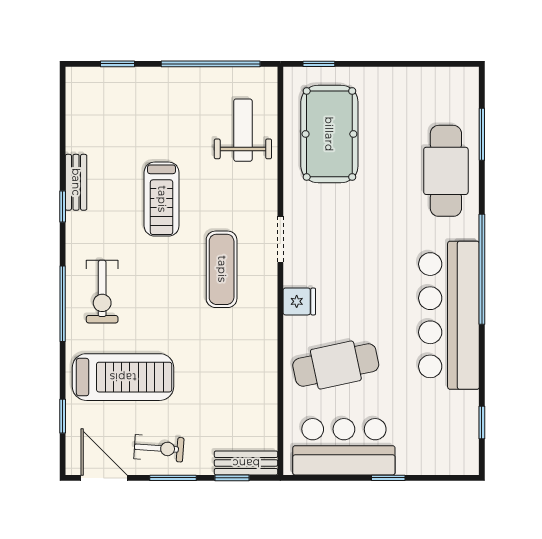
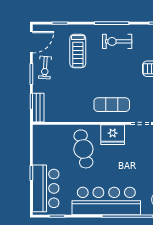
exercise mat: (222, 269) -> (112, 105), moved
fridge: (299, 301) -> (113, 135), width x1.88, depth x1.34
treadmill: (123, 377) -> (78, 51), width x0.73, depth x0.73
bar counter: (344, 447) -> (46, 188), moved

